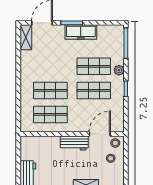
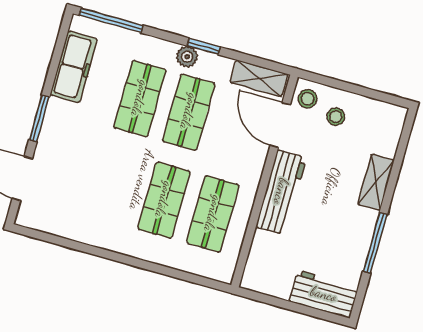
freezer: (81, 32) -> (74, 67), moved
shelving: (26, 37) -> (259, 78), moved
plant: (119, 70) -> (187, 57), moved
workbench: (74, 143) -> (281, 192), width x1.38

